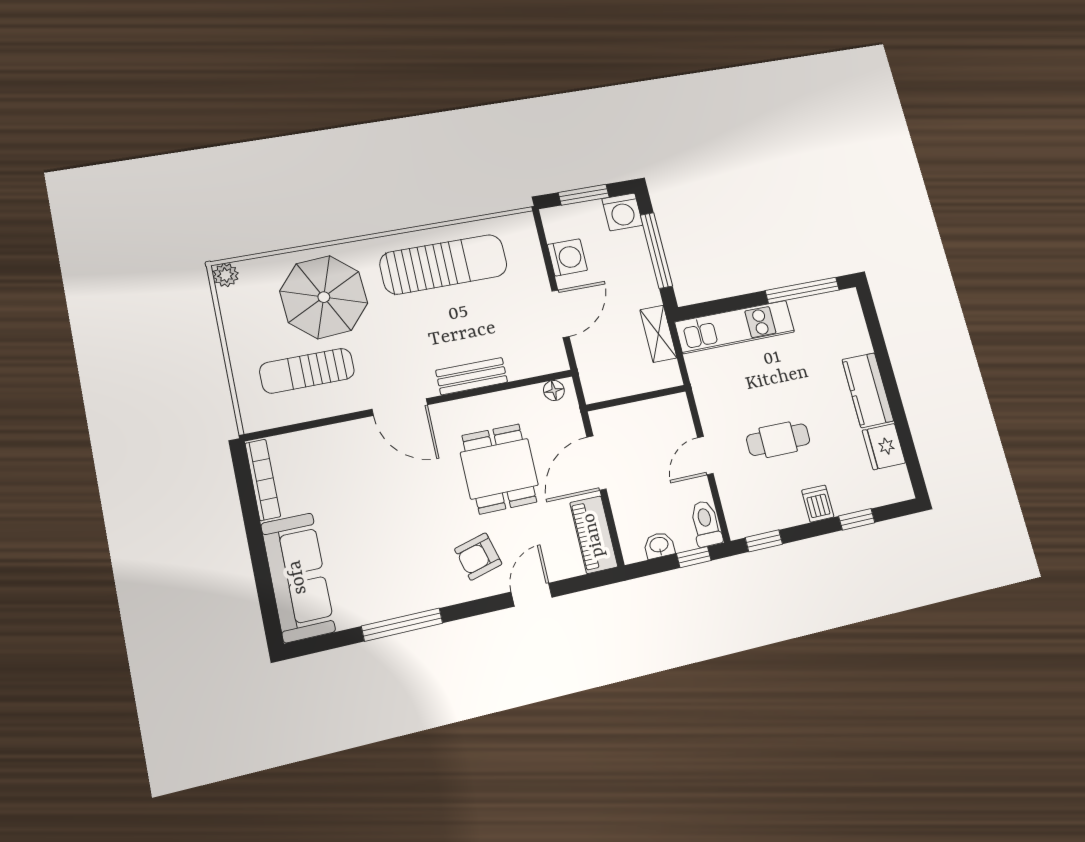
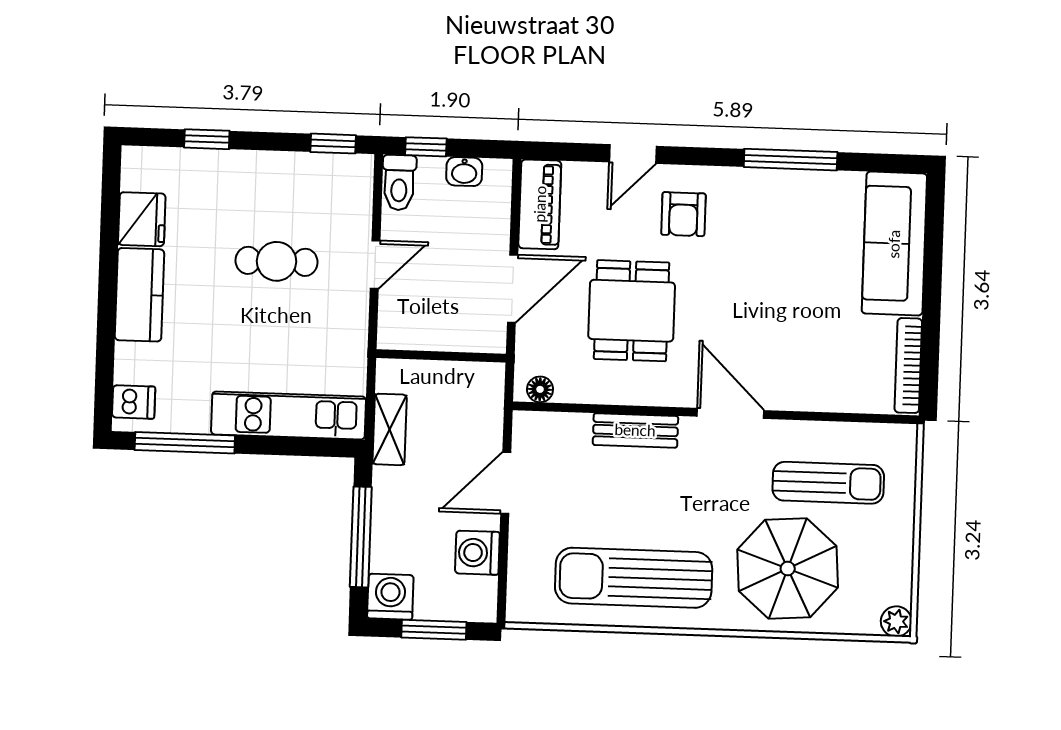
dishwasher: (818, 504) -> (134, 402), moved, turned -90
armchair: (478, 557) -> (683, 214), turned 105

